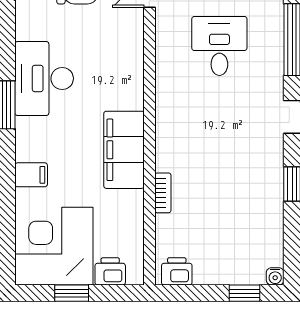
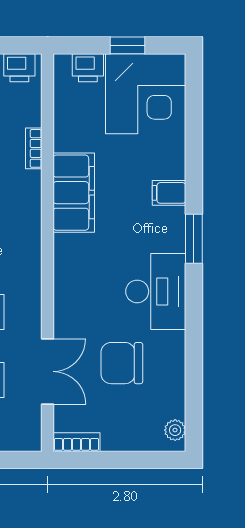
desk: (44, 78) -> (156, 291), moved
filing cabinet: (31, 175) -> (169, 193), moved

